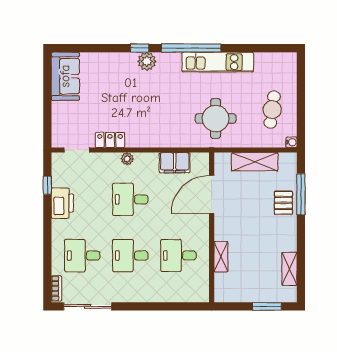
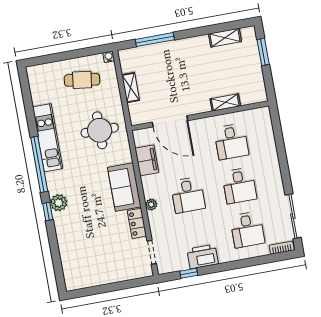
sofa: (65, 76) -> (124, 187), moved, turned -90
shelving: (255, 162) -> (131, 88), width x0.67, depth x0.75
pallet: (283, 203) -> (166, 54), removed

